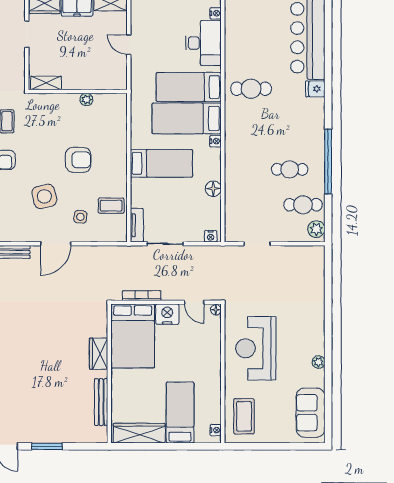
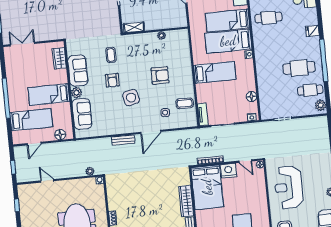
fridge: (315, 89) -> (312, 31), moved
cafe table: (290, 169) -> (299, 68), width x1.37, depth x1.35
floor lamp: (213, 189) -> (251, 96), moved
side table: (44, 196) -> (131, 98), moved
wardrobe: (99, 354) -> (186, 201), width x1.50

